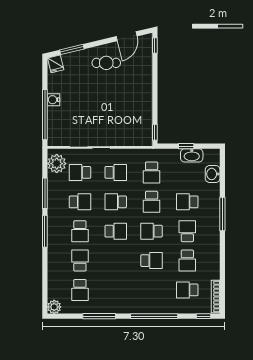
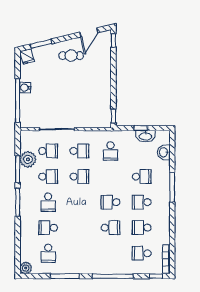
plant: (57, 164) -> (28, 159), moved
school desk: (80, 172) -> (48, 151), turned 180
school desk: (116, 202) -> (79, 177), turned 180
school desk: (152, 202) -> (111, 177), removed
school desk: (187, 202) -> (142, 177), turned 180
school desk: (116, 231) -> (79, 202), removed
school desk: (187, 231) -> (142, 202), turned -90
school desk: (80, 261) -> (48, 228), turned -90
school desk: (187, 261) -> (142, 228), turned 90

